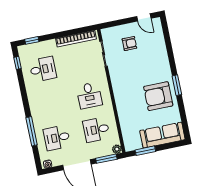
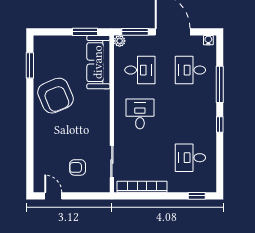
window: (18, 63) -> (220, 125), moved
window: (177, 85) -> (30, 65), moved
armchair: (158, 96) -> (55, 96), turned 67
sofa: (162, 135) -> (98, 62), moved, turned 90
desk: (57, 138) -> (190, 70), turned 180

